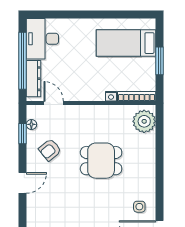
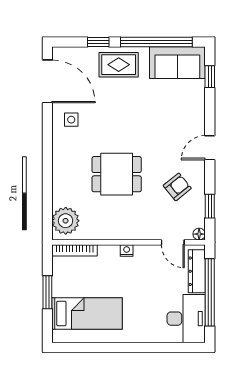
nightstand: (111, 96) -> (127, 250), moved
floor lamp: (31, 124) -> (199, 234), moved

